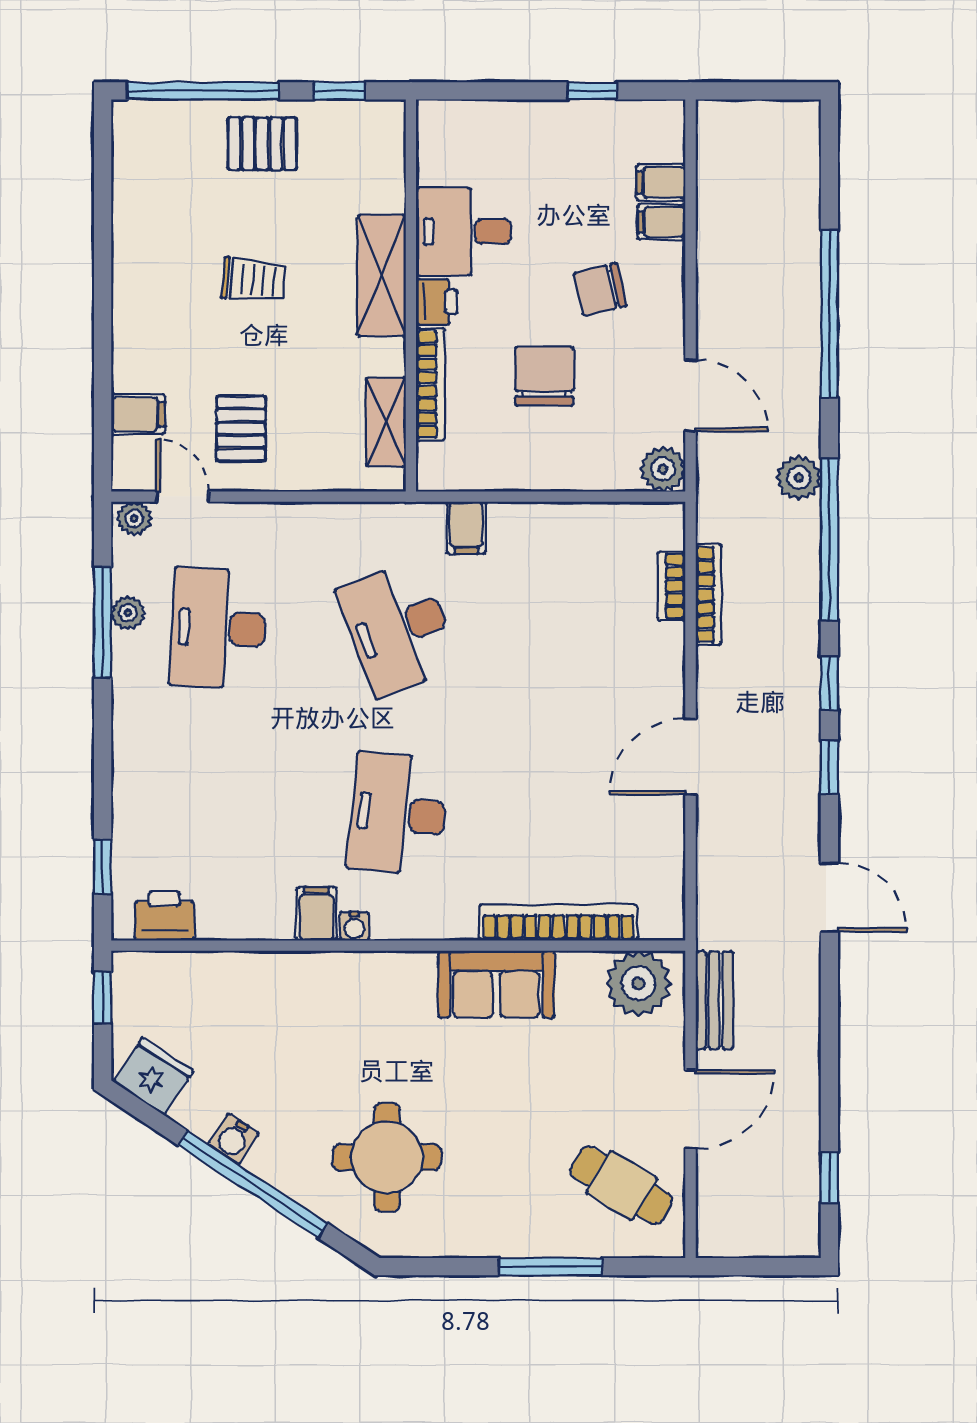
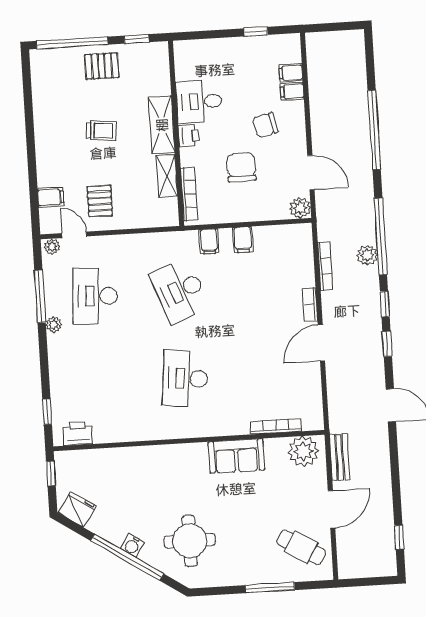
bookcase: (430, 384) -> (189, 194), moved
shelving: (386, 422) -> (167, 176), moved
plant: (799, 478) -> (367, 255), moved
bookcase: (671, 586) -> (310, 305), moved
plant: (128, 613) -> (54, 325), moved
filing cabinet: (316, 914) -> (243, 240), moved, turned 180
bookcase: (558, 923) -> (276, 426), width x0.68, depth x0.76
water cooler: (354, 926) -> (168, 433), removed
water cooler: (234, 1139) -> (132, 545), moved

